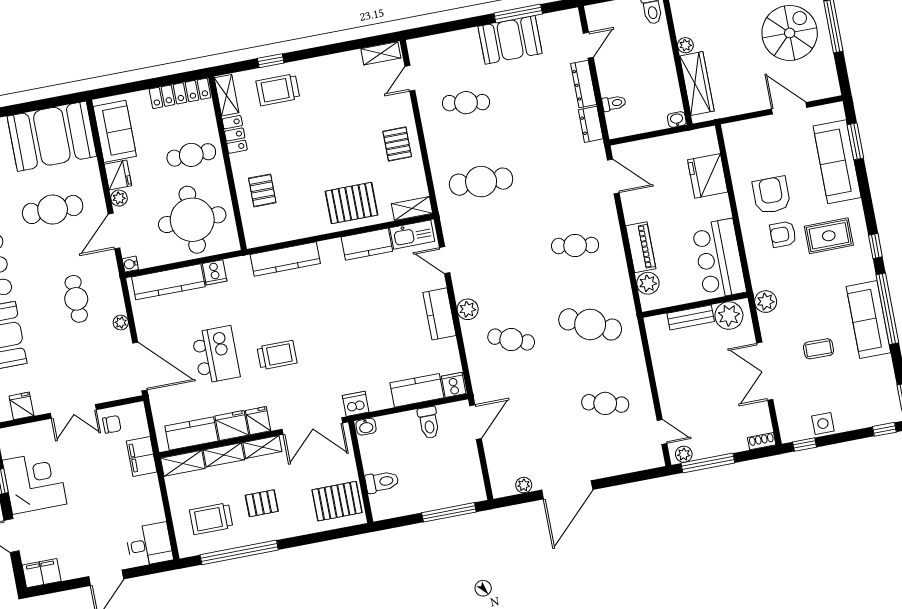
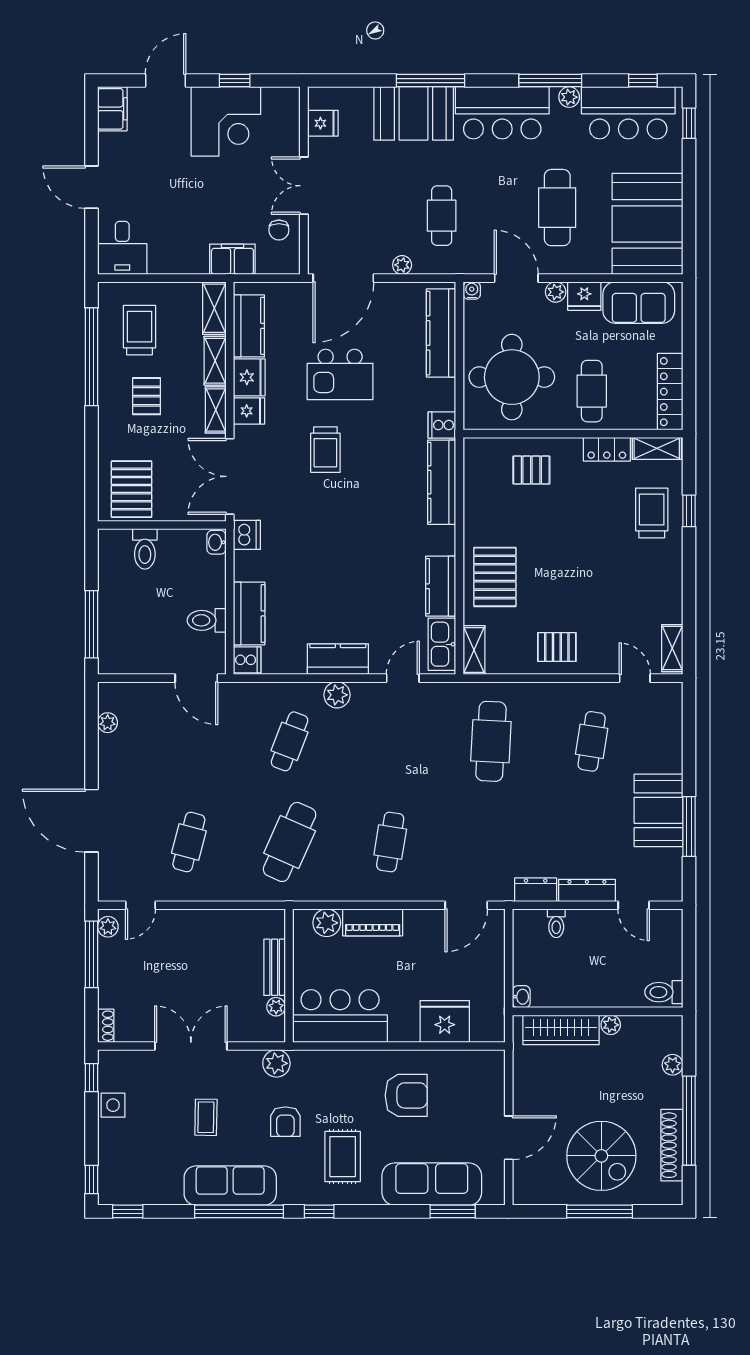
armchair: (783, 234) -> (285, 1122), moved, turned 180
cooker: (215, 272) -> (442, 425), moved
cafe table: (76, 299) -> (442, 216), turned 90
plant: (729, 316) -> (276, 1007), width x0.53, depth x0.53
door: (567, 490) -> (91, 821), moved

